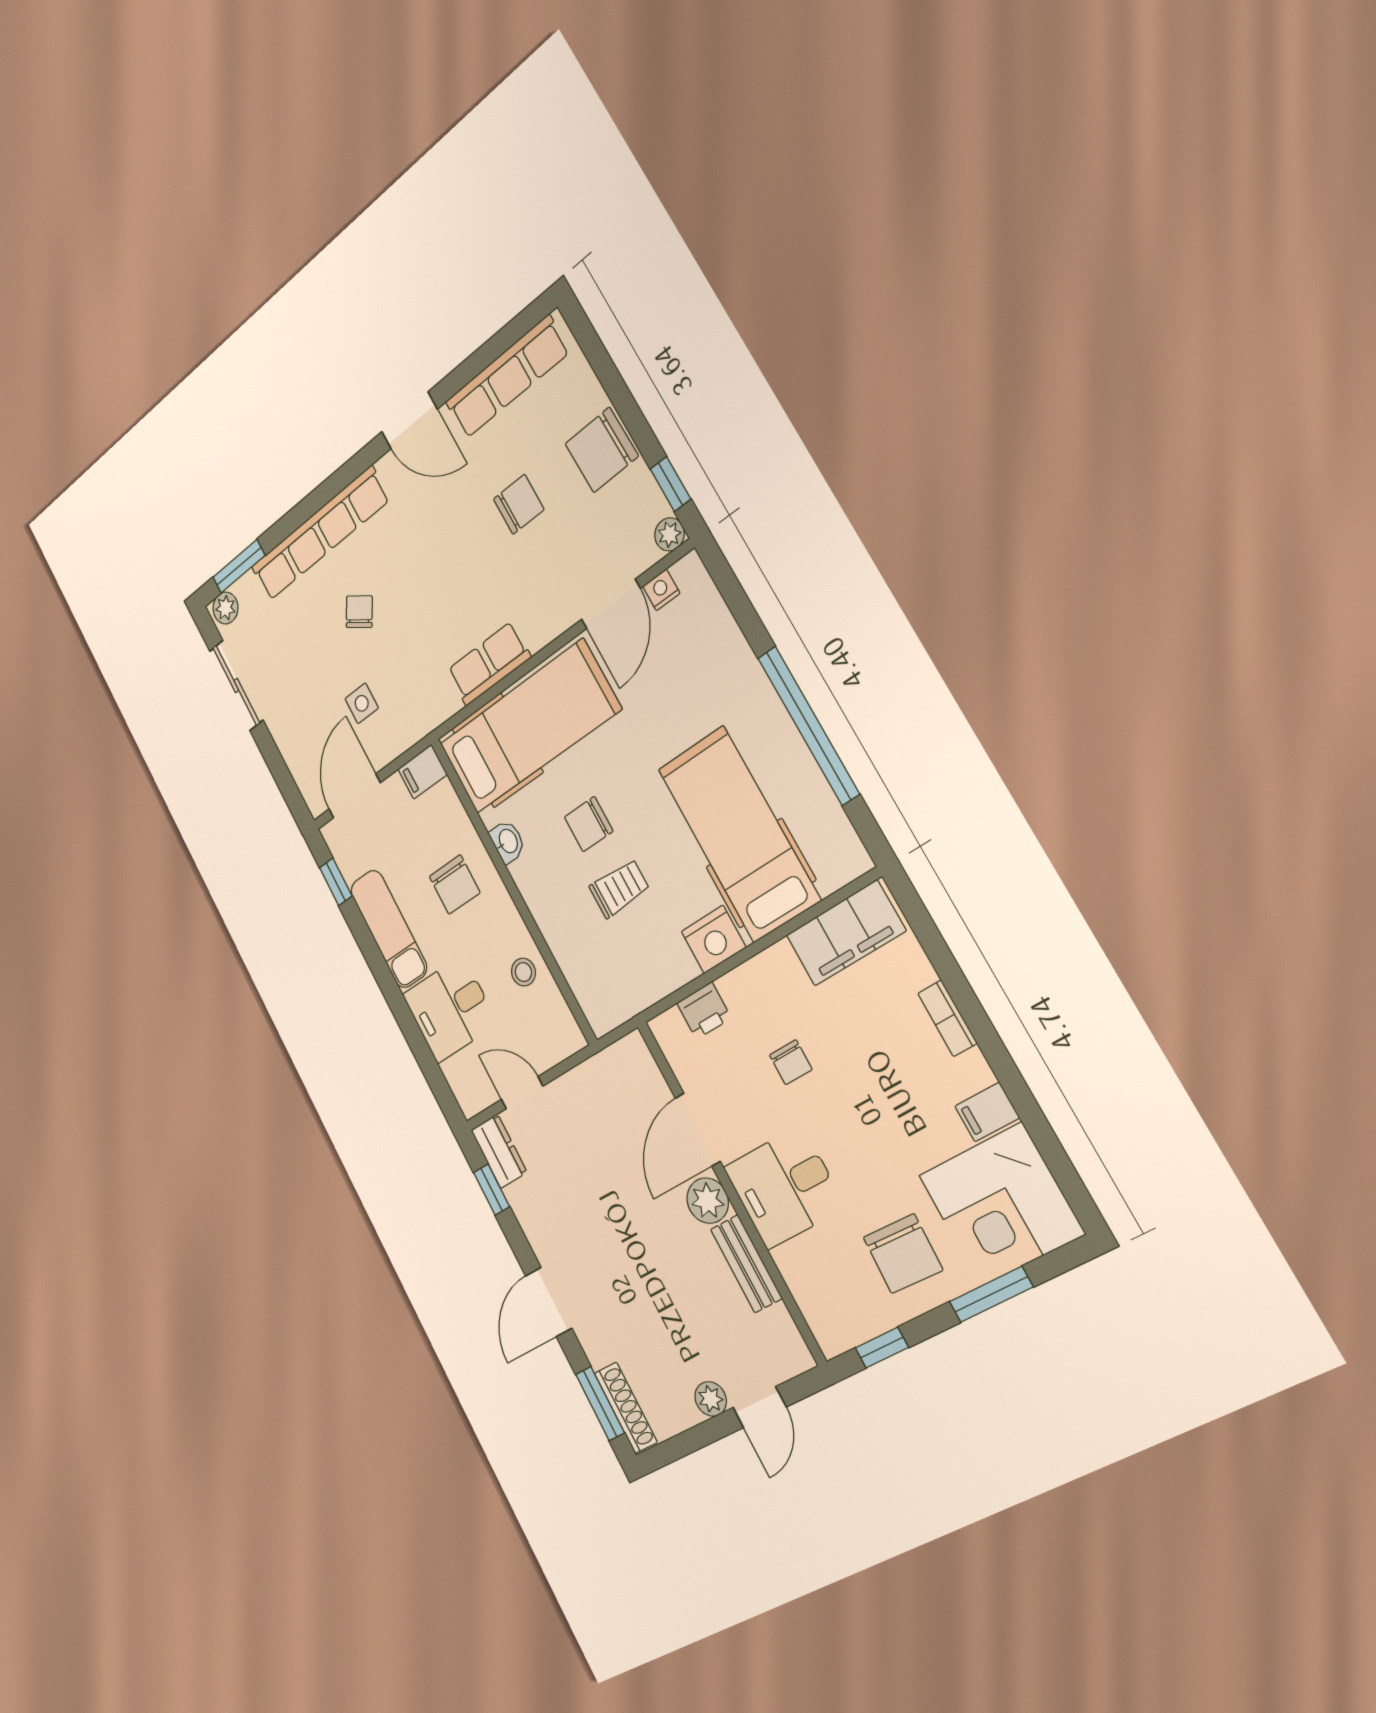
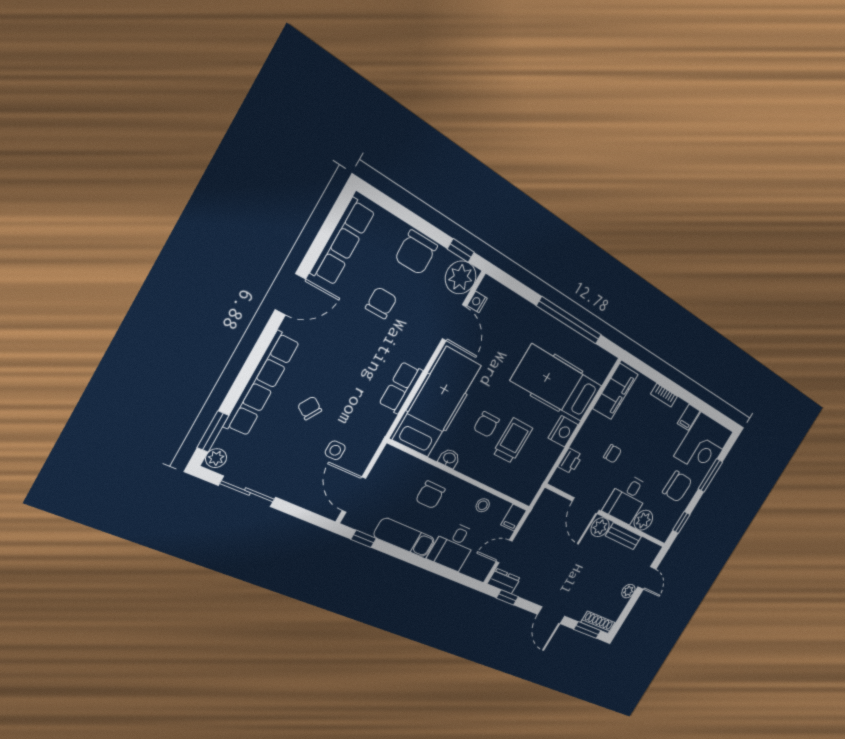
plant: (669, 534) -> (461, 277), width x1.88, depth x1.88
filing cabinet: (422, 772) -> (514, 518), moved
chair: (455, 885) -> (430, 495), turned 90
trolley: (619, 888) -> (513, 441), width x1.36, depth x1.39
plant: (800, 1266) -> (643, 520), added

